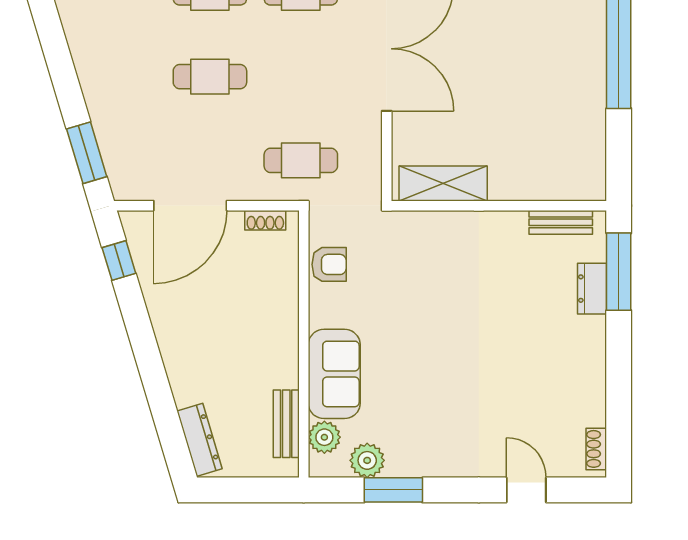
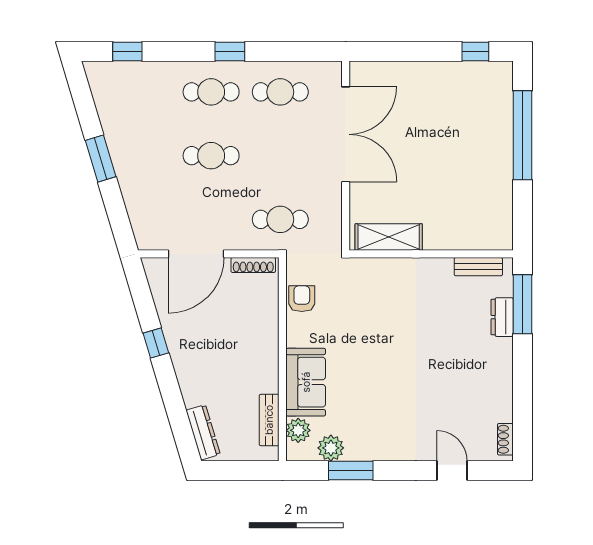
window: (87, 153) -> (101, 158), moved
shoe rack: (265, 220) -> (253, 265), width x1.43
window: (119, 260) -> (156, 343), moved
armchair: (329, 264) -> (302, 299), turned -90

